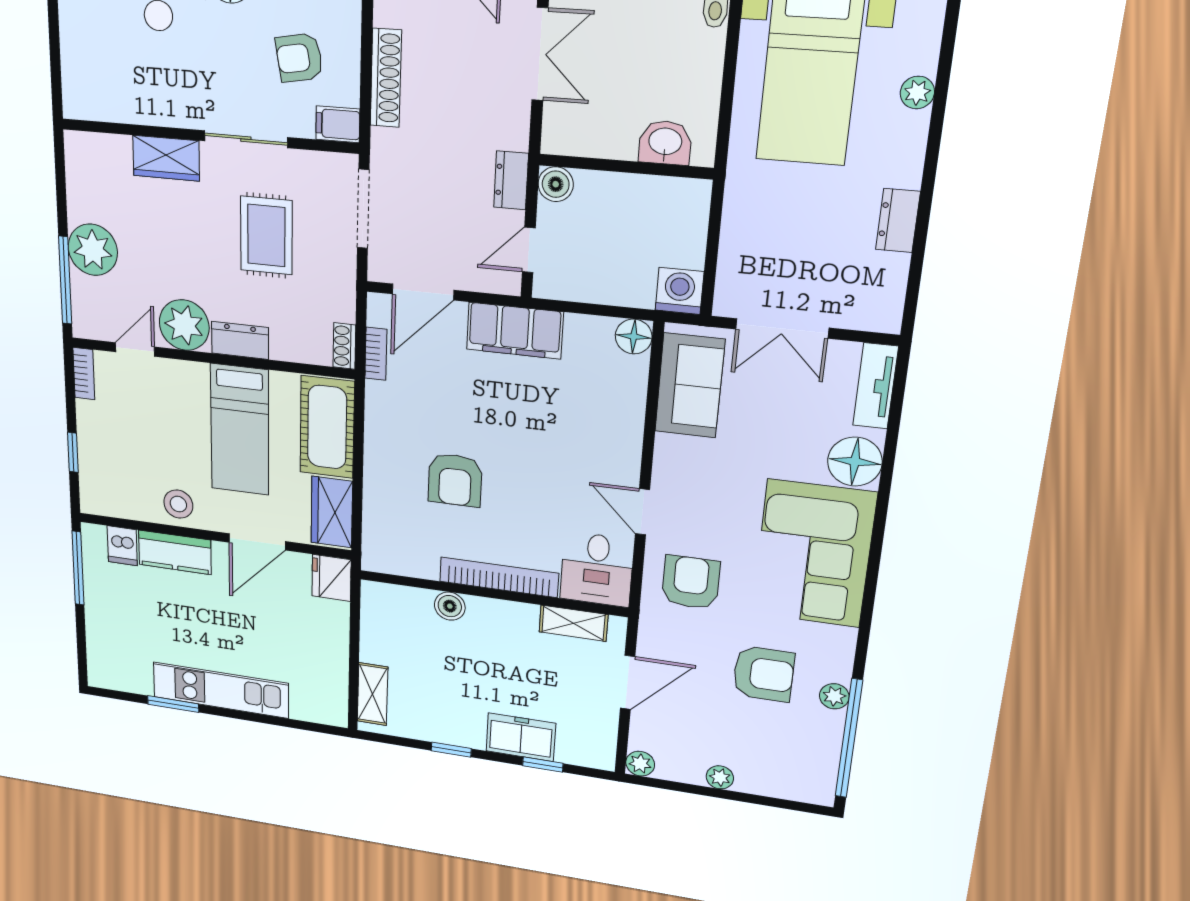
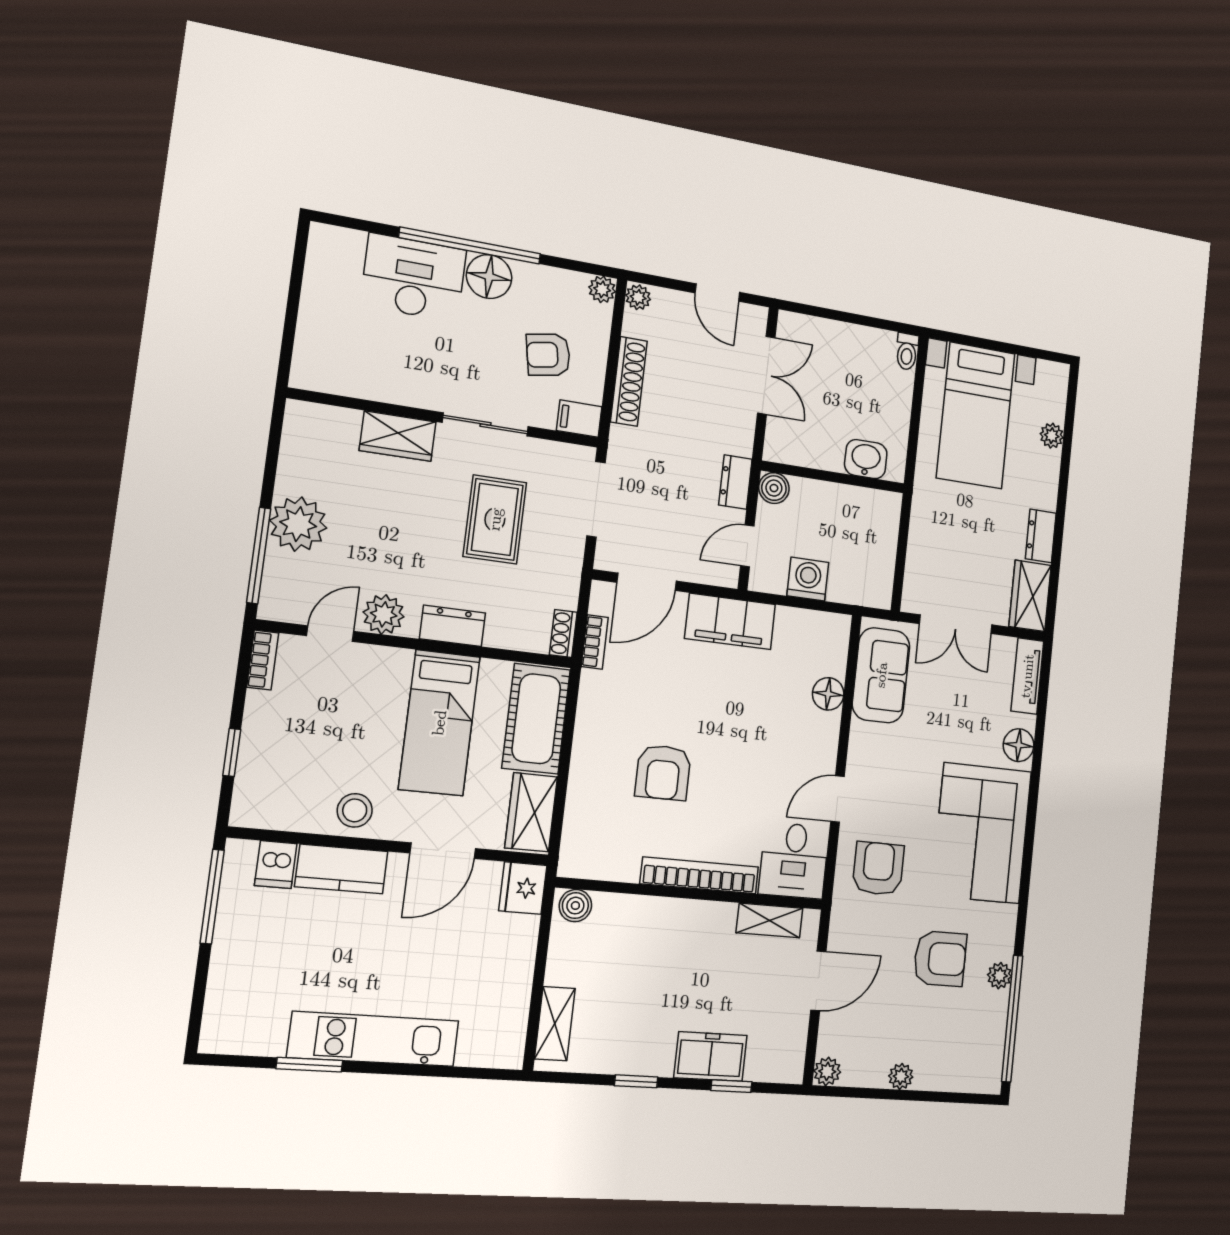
washing machine: (680, 291) -> (808, 579), moved
wardrobe: (881, 293) -> (1030, 596), added
plant: (184, 325) -> (384, 614), width x0.73, depth x0.73
floor lamp: (634, 336) -> (828, 694), moved
floor lamp: (855, 462) -> (1019, 745), width x0.73, depth x0.73
door: (642, 512) -> (838, 799), hinge flipped
boiler: (450, 606) -> (575, 906), moved

